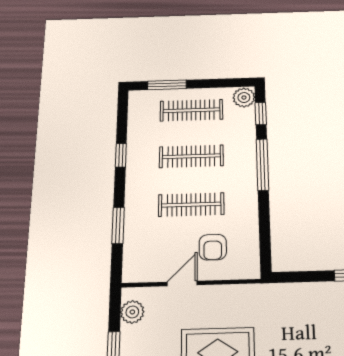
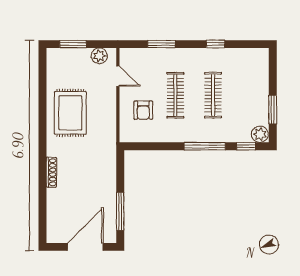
window: (167, 85) -> (273, 110), moved
clothes rail: (191, 110) -> (251, 95), removed
armchair: (213, 247) -> (143, 110), turned -90
door: (182, 283) -> (118, 76), moved

